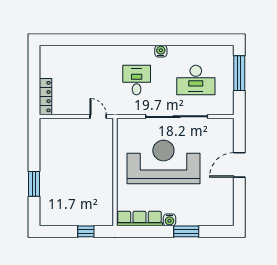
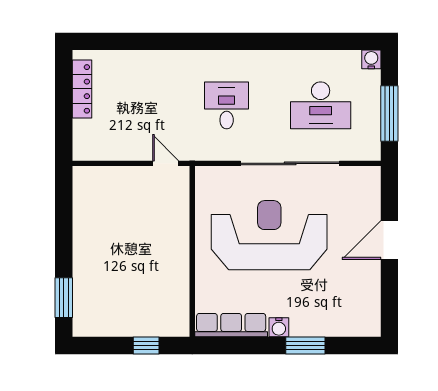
water cooler: (161, 51) -> (371, 59), moved
window: (239, 73) -> (389, 114), moved
locker: (45, 97) -> (82, 89), moved
window: (34, 184) -> (64, 298), moved

